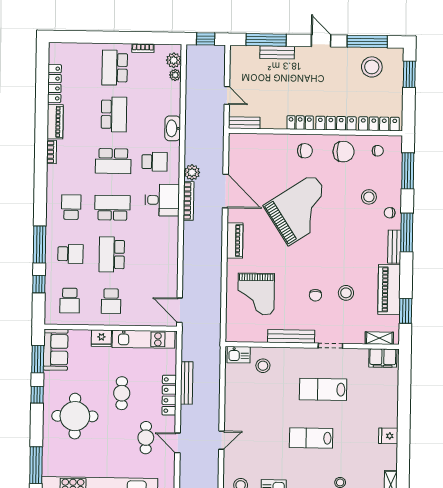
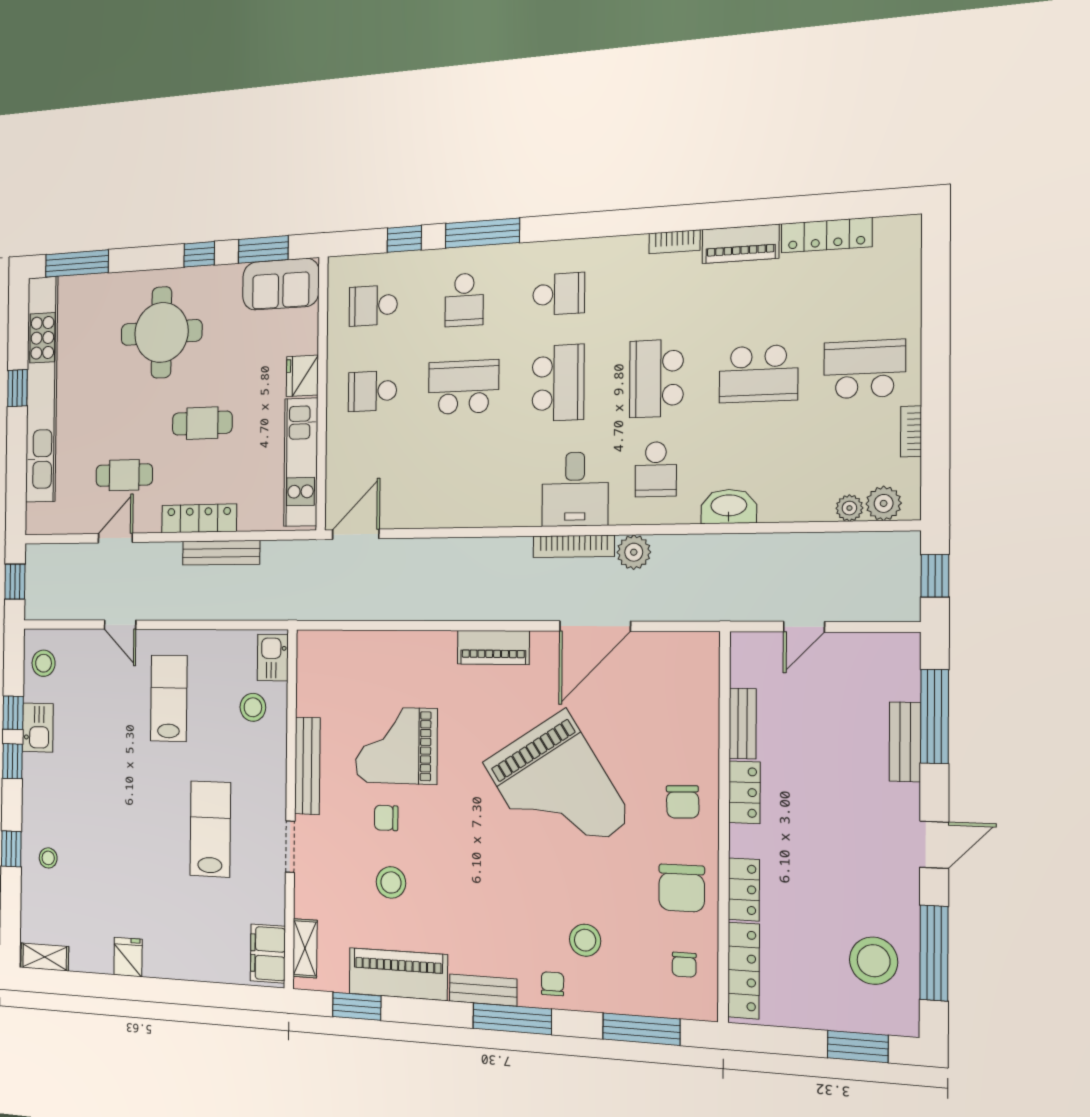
bench: (244, 123) -> (743, 723), moved
locker: (336, 123) -> (744, 889), width x0.66
grand piano: (256, 294) -> (396, 745), moved
lab bench: (311, 438) -> (169, 698), moved

